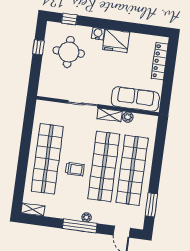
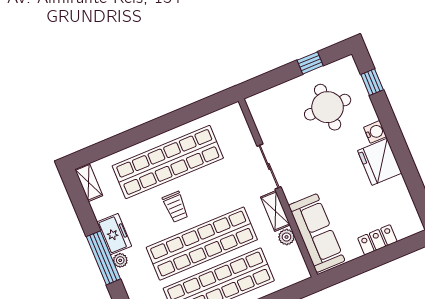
locker: (160, 61) -> (377, 240), width x0.66
freezer: (70, 212) -> (114, 234), added

